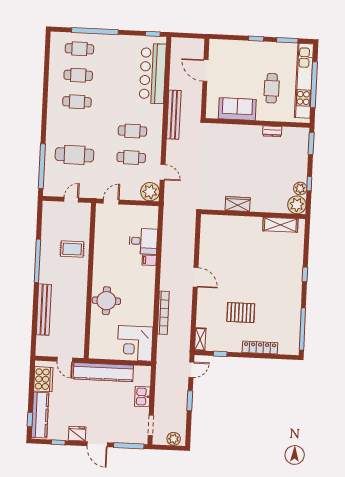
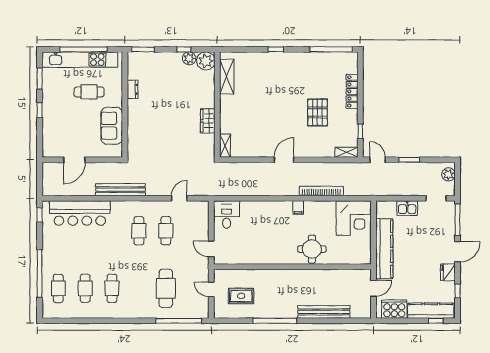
plant: (150, 192) -> (200, 210), removed
shelving: (212, 220) -> (225, 146), added
desk: (143, 241) -> (227, 215), moved
rug: (72, 249) -> (241, 296), moved, turned 90
filing cabinet: (149, 260) -> (298, 208), moved

